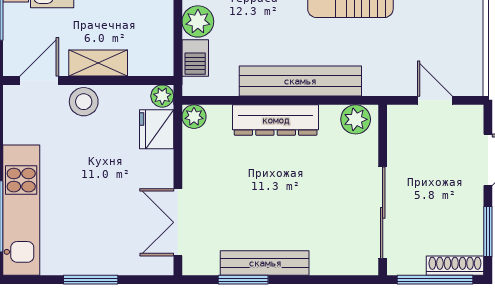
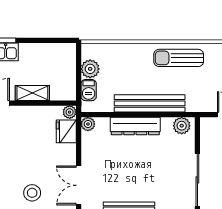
stool: (84, 102) -> (32, 193), moved

